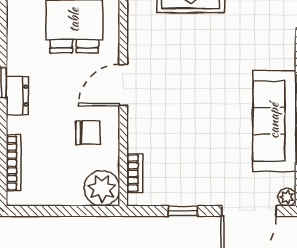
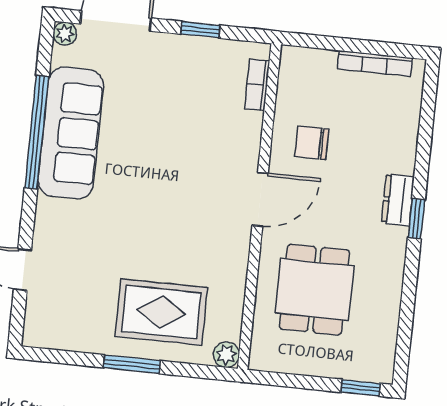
bookcase: (14, 163) -> (375, 63), moved, turned -90
plant: (102, 188) -> (301, 70), removed

